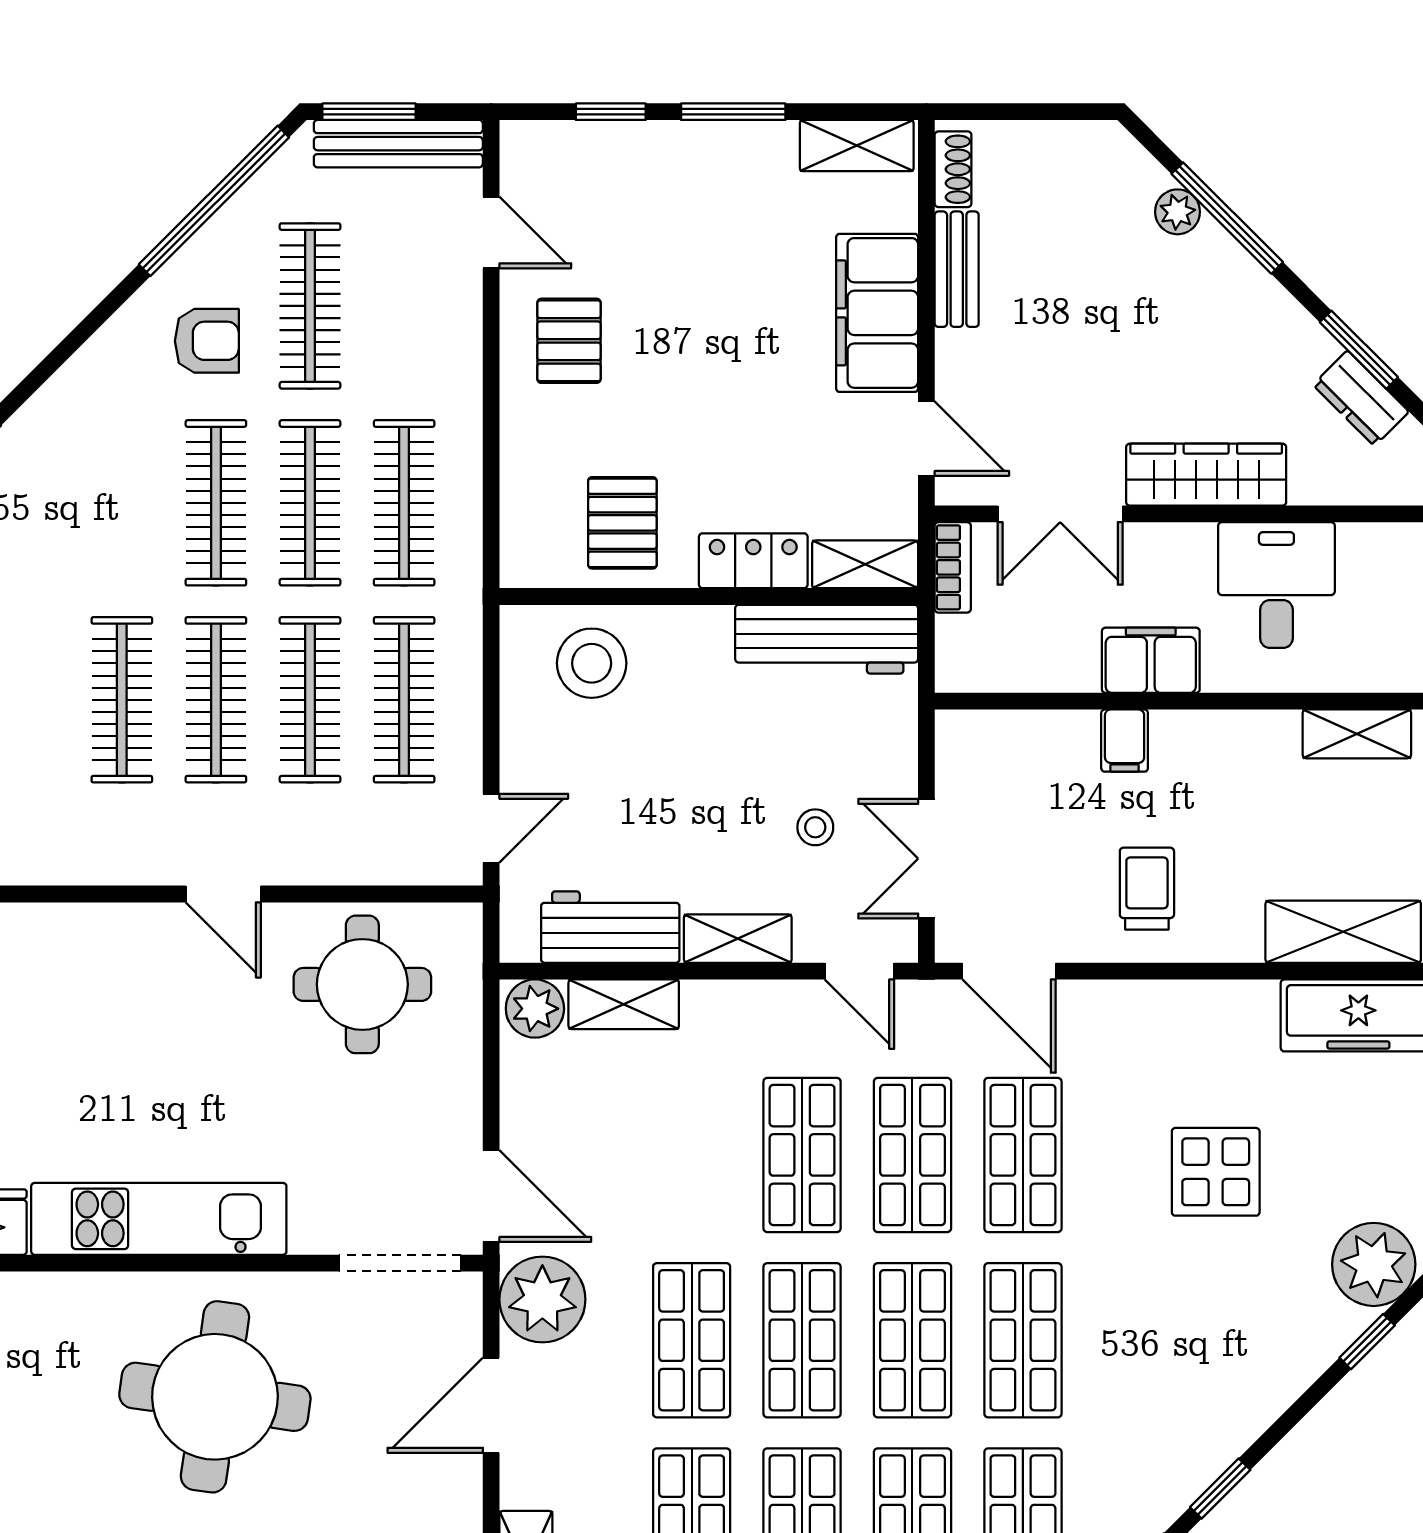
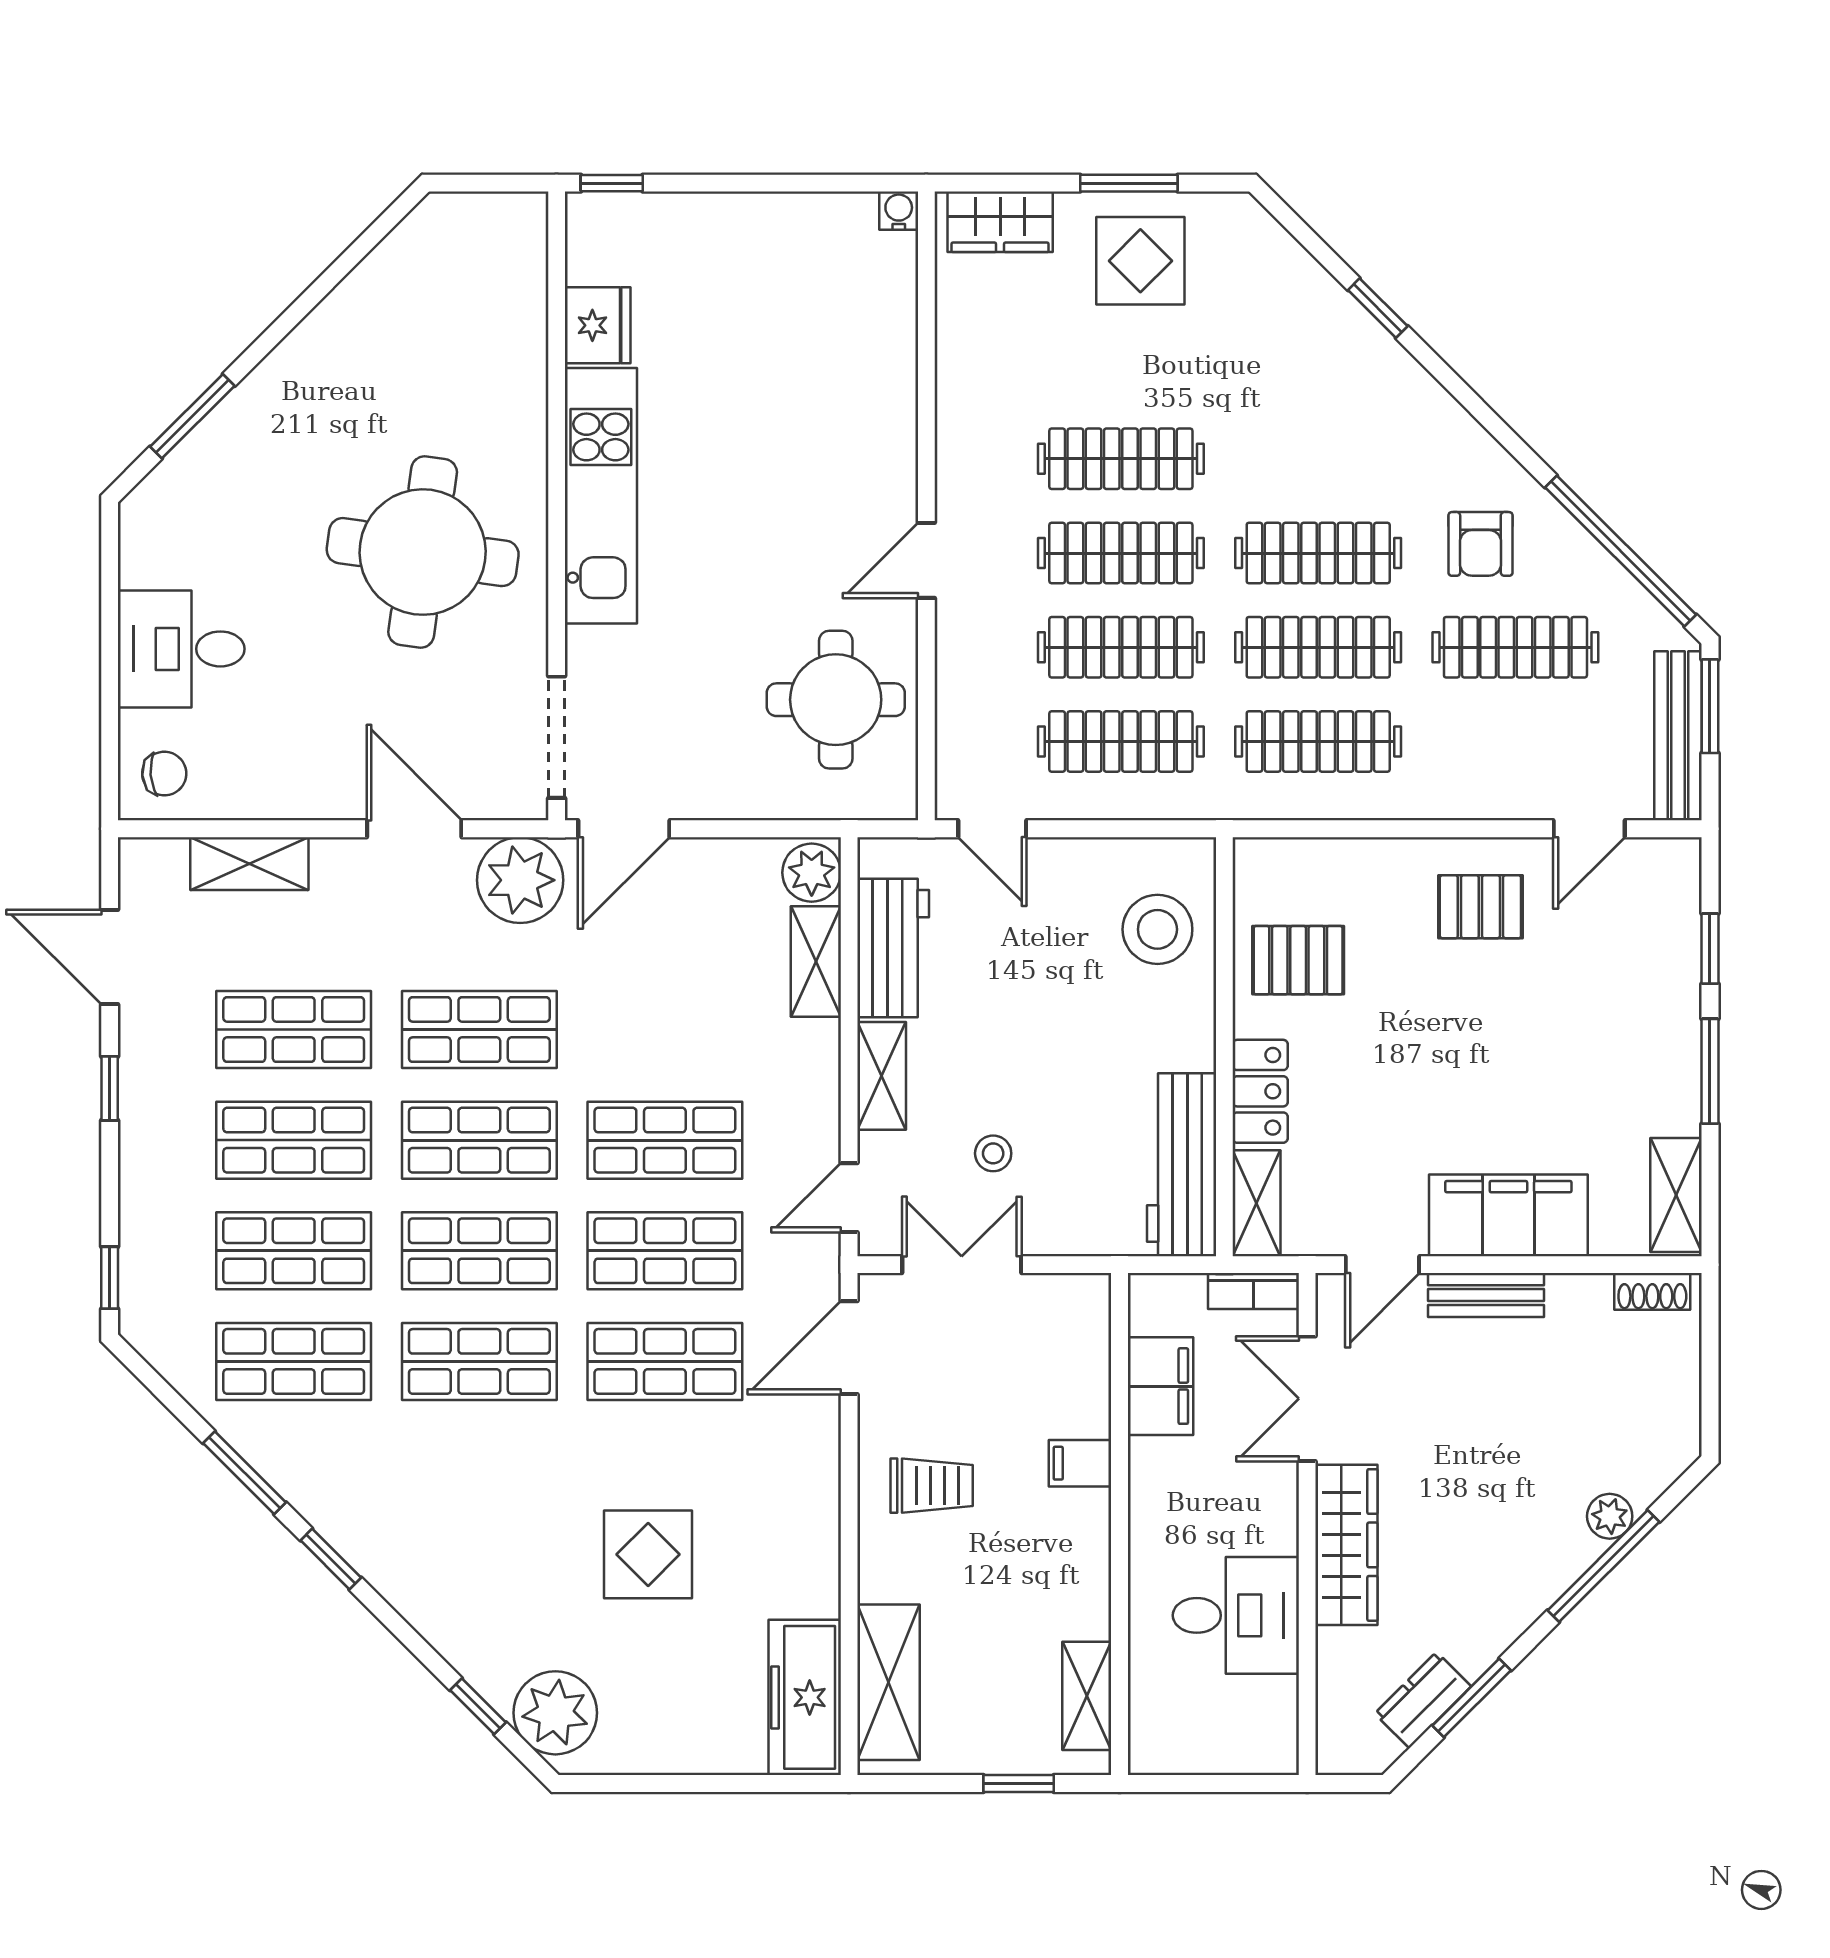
bench: (957, 269) -> (1486, 1295), moved
filing cabinet: (1151, 660) -> (1160, 1386), moved

